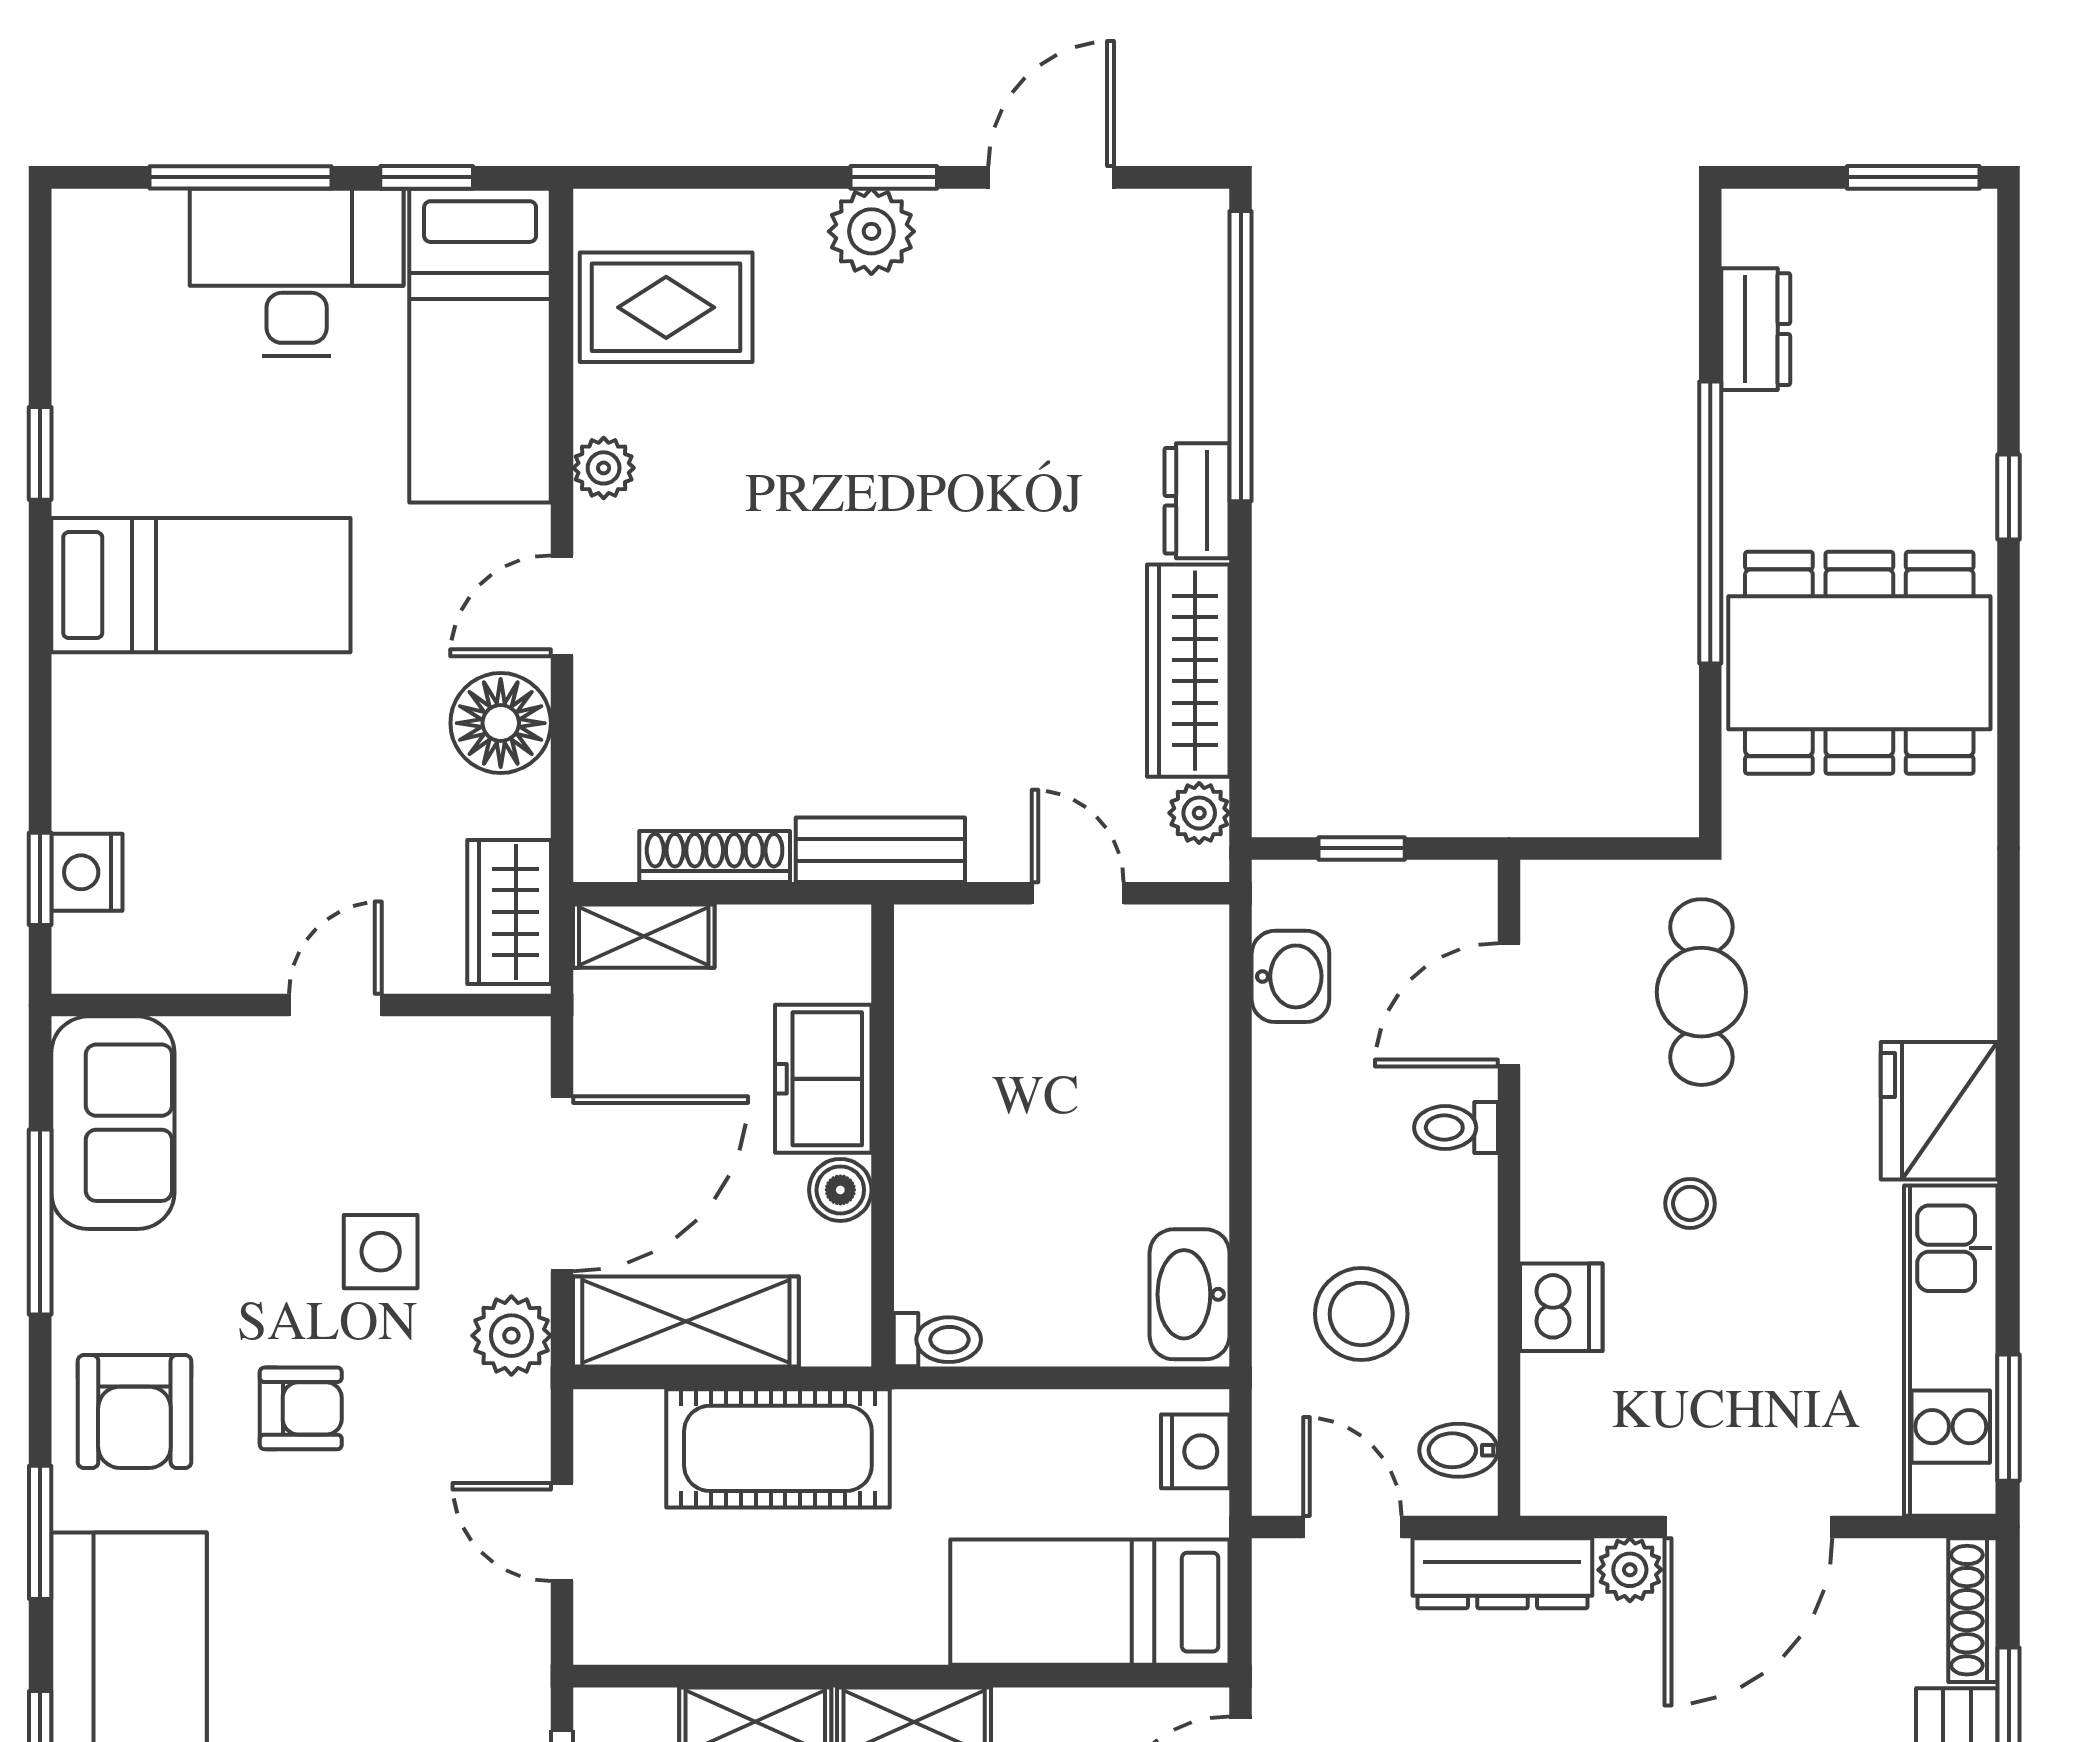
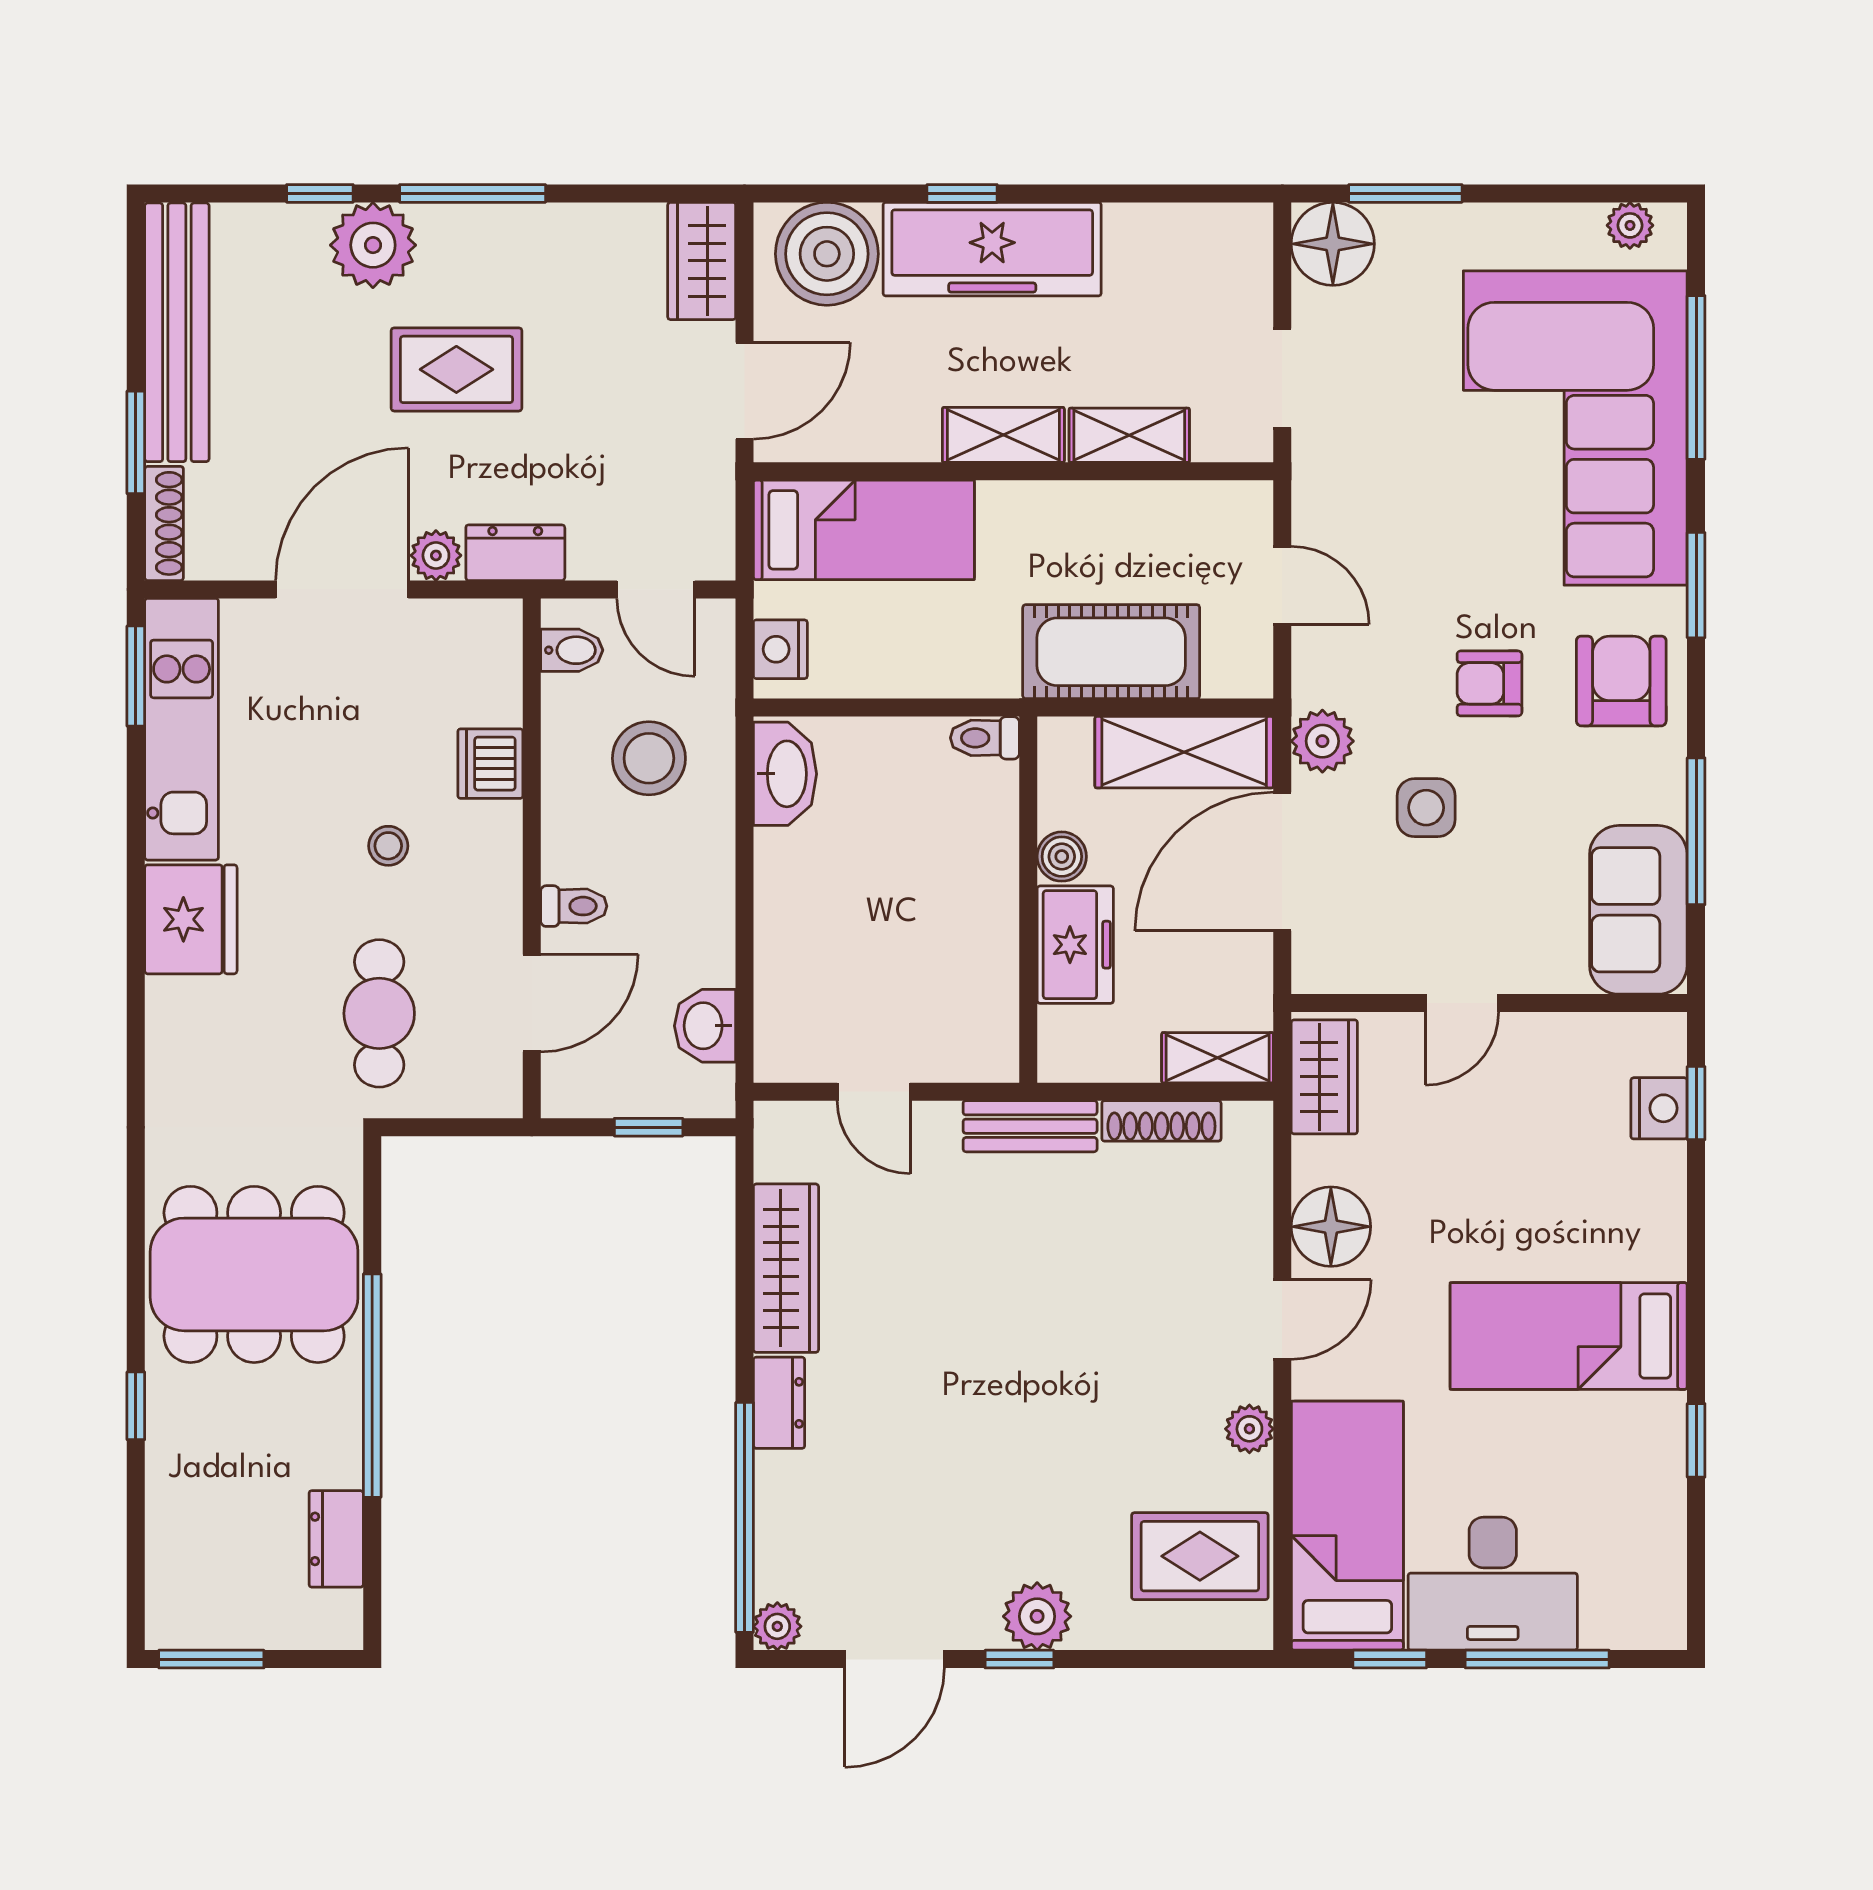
plant: (1199, 813) -> (777, 1626), moved
dresser: (1502, 1573) -> (515, 553), width x0.70

